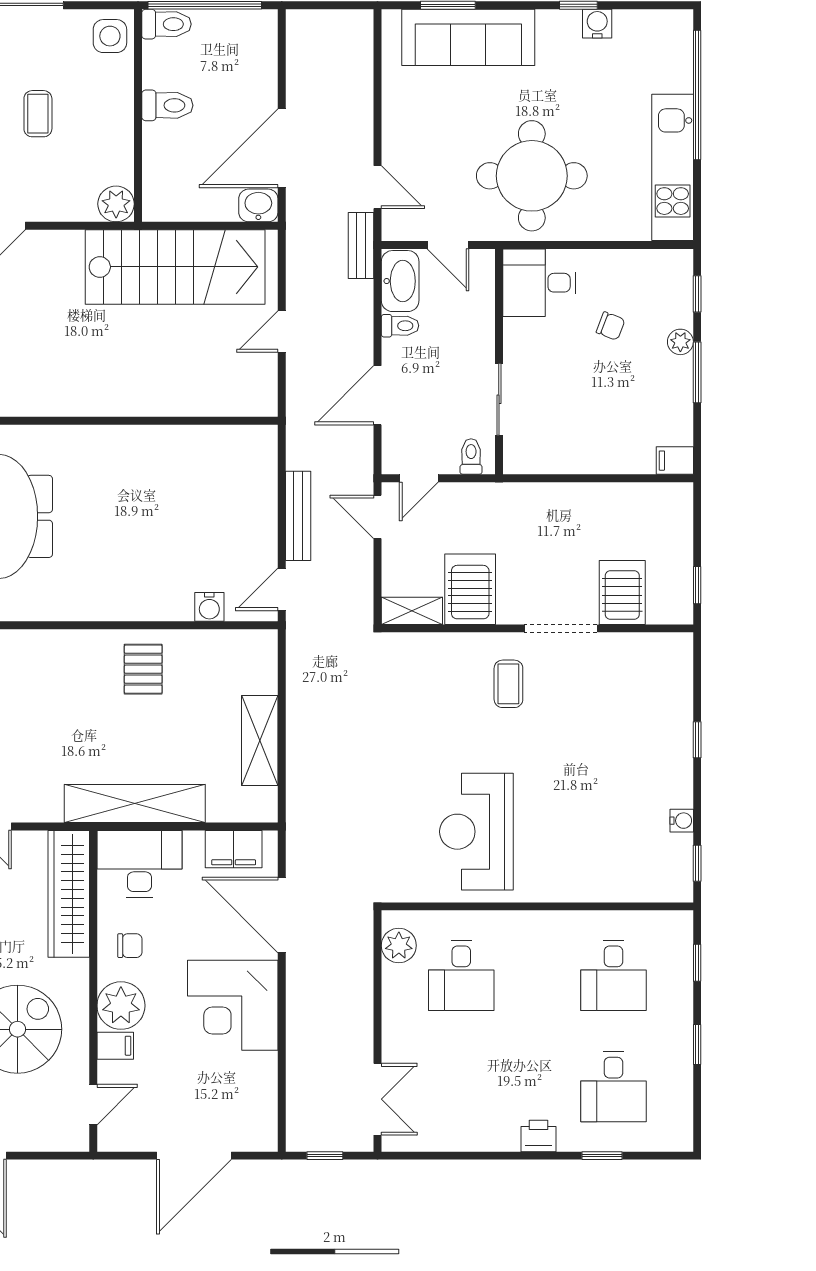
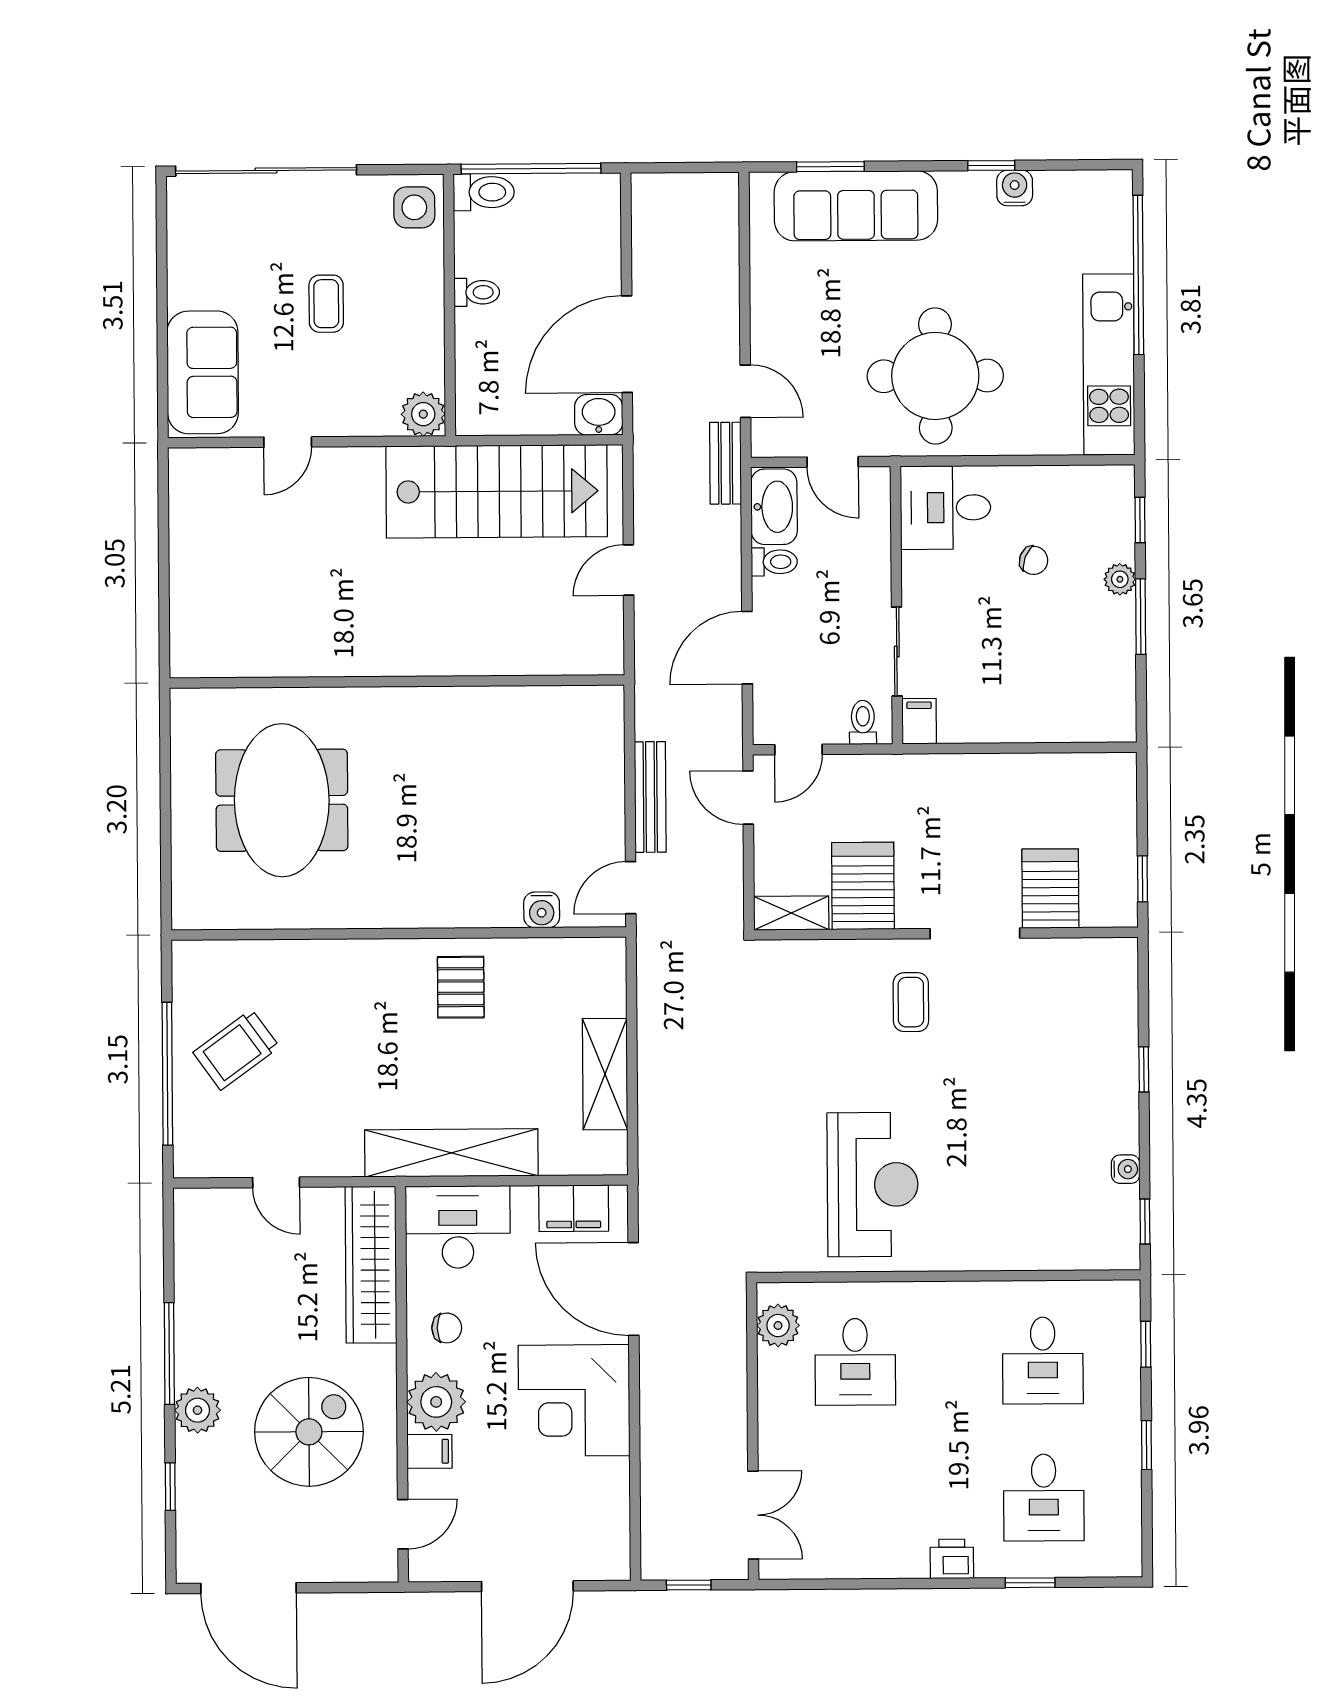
toilet: (167, 105) -> (477, 292), width x0.73, depth x0.72
filing cabinet: (675, 461) -> (919, 721), moved, turned 90
reception desk: (476, 832) -> (873, 1185), turned 180

